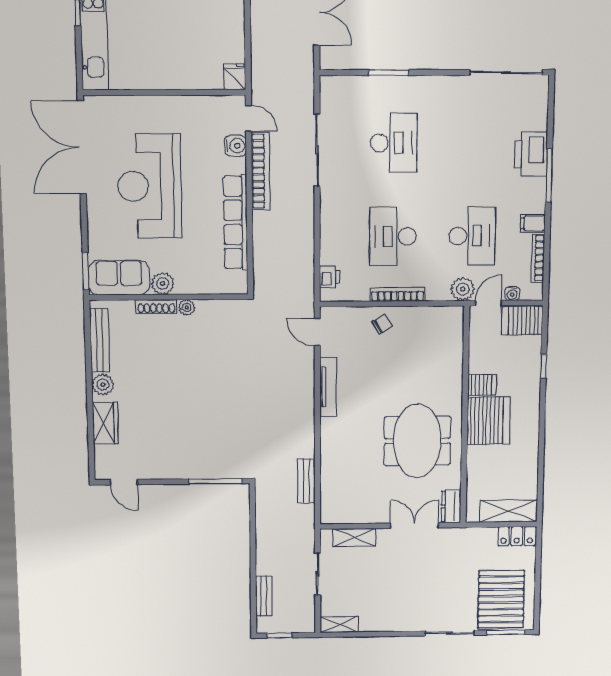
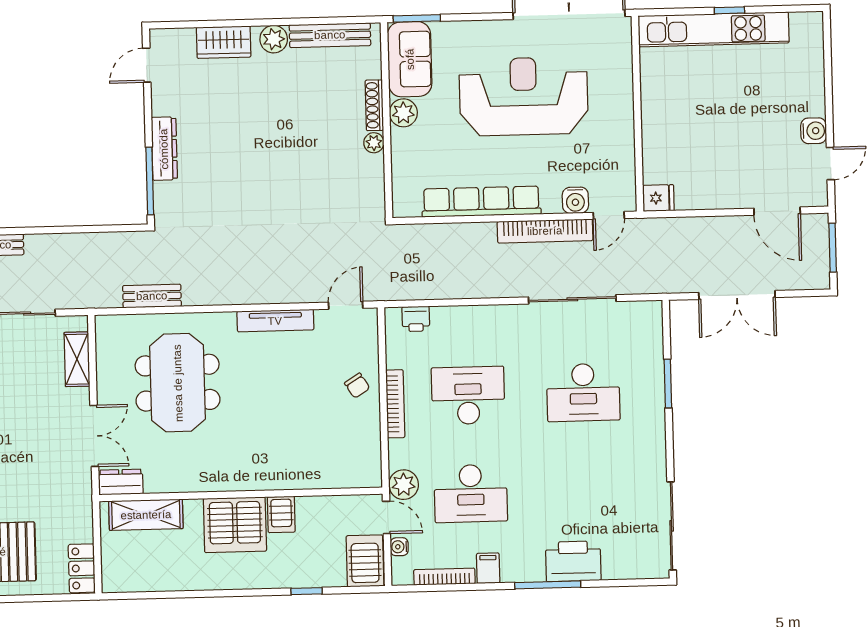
meeting table: (417, 441) -> (178, 383), moved, turned 90
dresser: (190, 470) -> (164, 149), added
shelving: (509, 511) -> (146, 515), moved, turned 90

